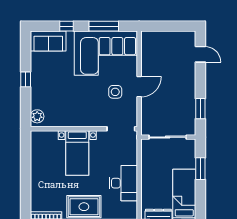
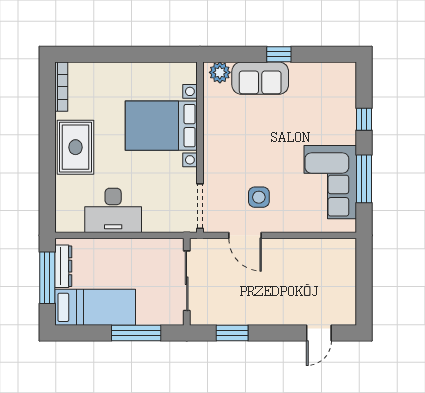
sofa: (48, 41) -> (260, 78), moved, turned -90
corner sofa: (106, 53) -> (330, 182), width x0.73, depth x0.74
door: (139, 87) -> (245, 235), moved
bed with nightstands: (77, 153) -> (161, 126), width x1.36
window: (200, 169) -> (136, 333), width x1.44

